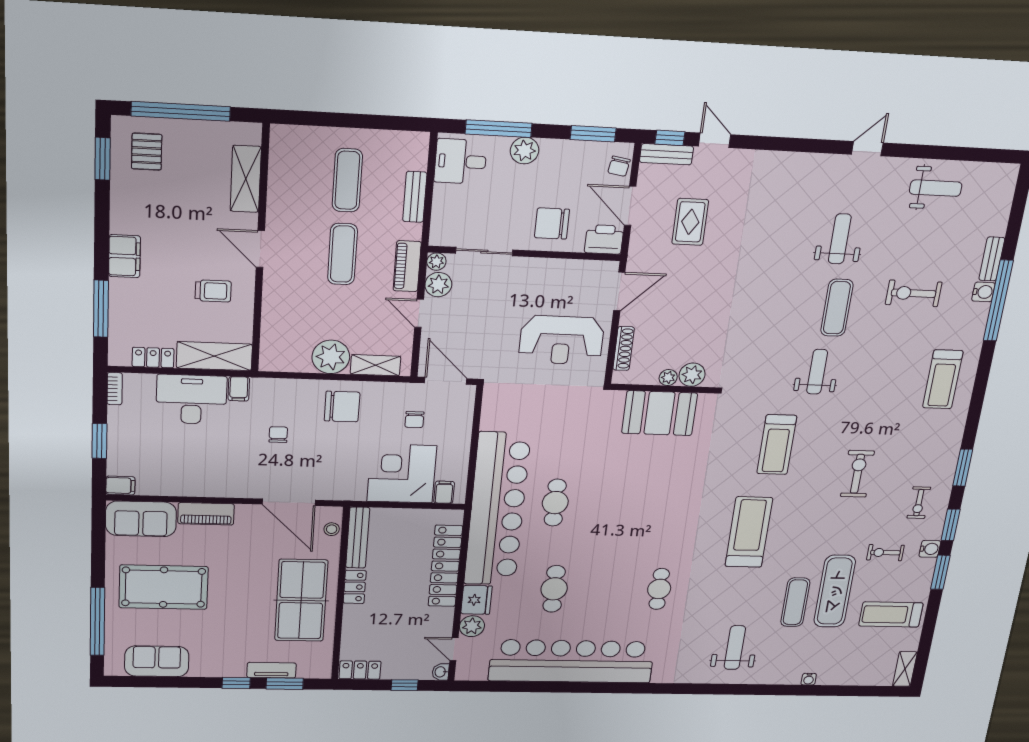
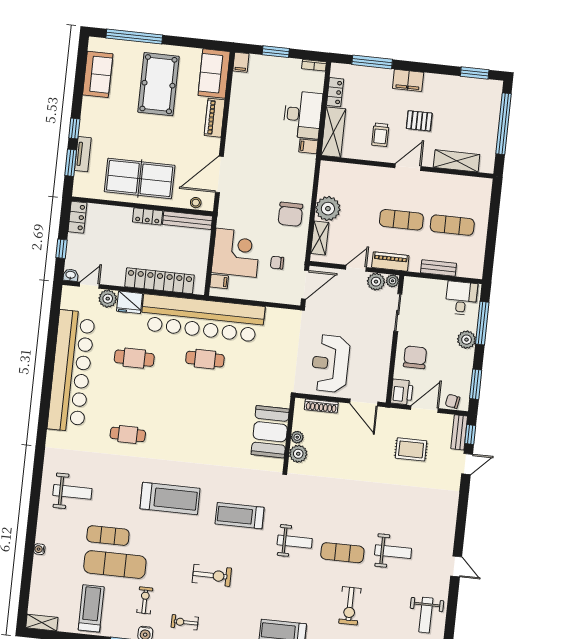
pallet: (147, 152) -> (419, 121), moved
exercise bike: (914, 293) -> (350, 606), turned 180
chair: (278, 435) -> (272, 170), removed

